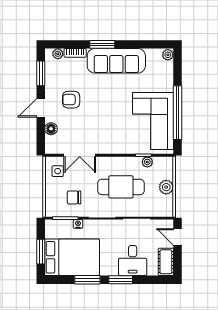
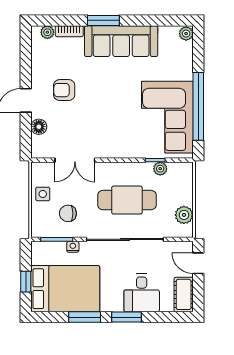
window: (41, 73) -> (26, 57), removed
side table: (58, 171) -> (43, 194), moved
plant: (166, 187) -> (184, 215), moved
window: (41, 252) -> (26, 282), width x0.67

